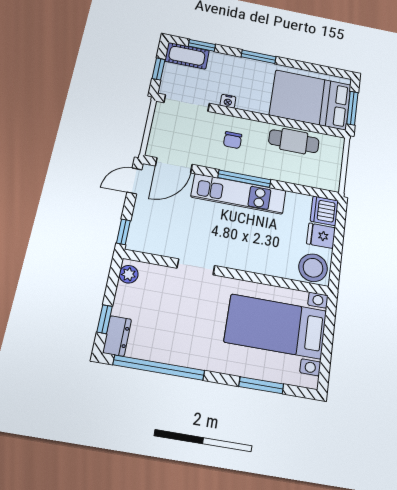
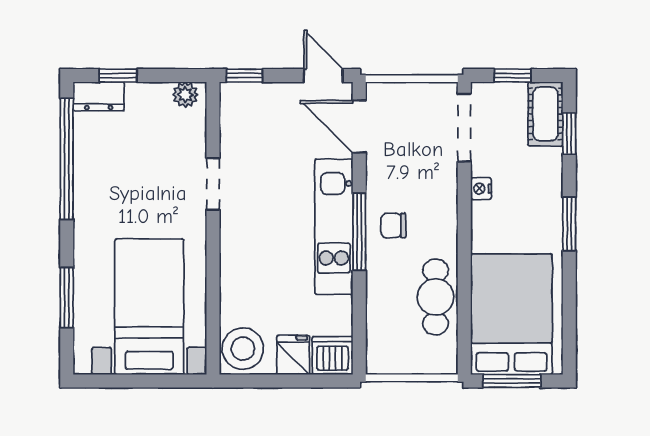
chair: (233, 140) -> (393, 225), moved

